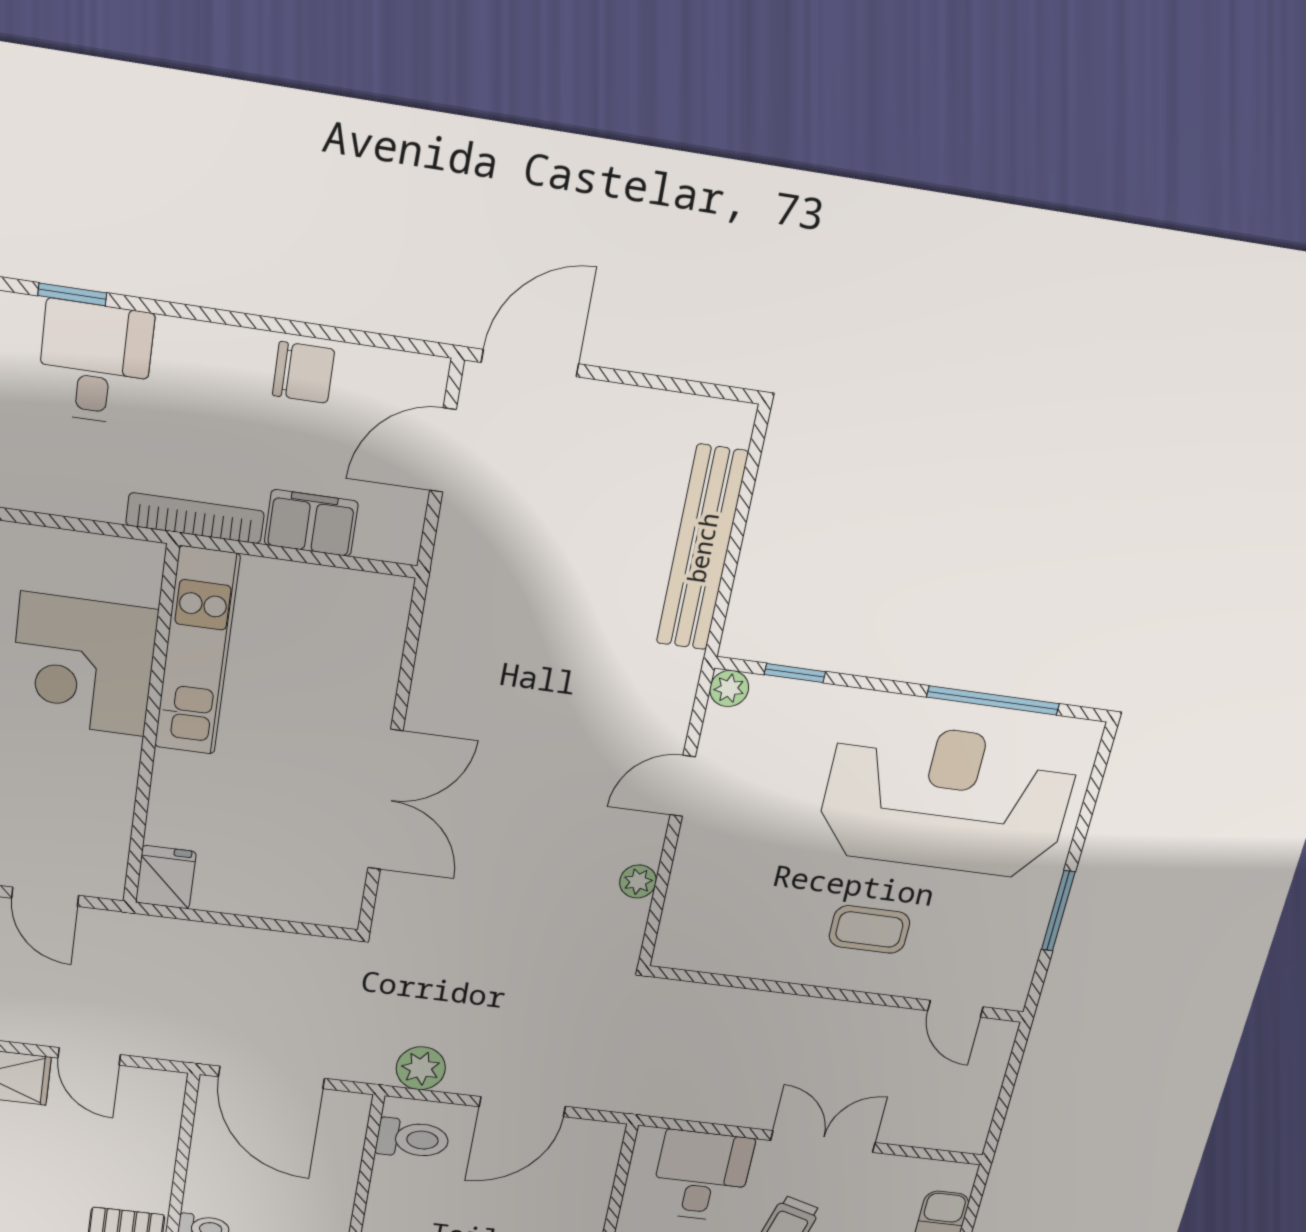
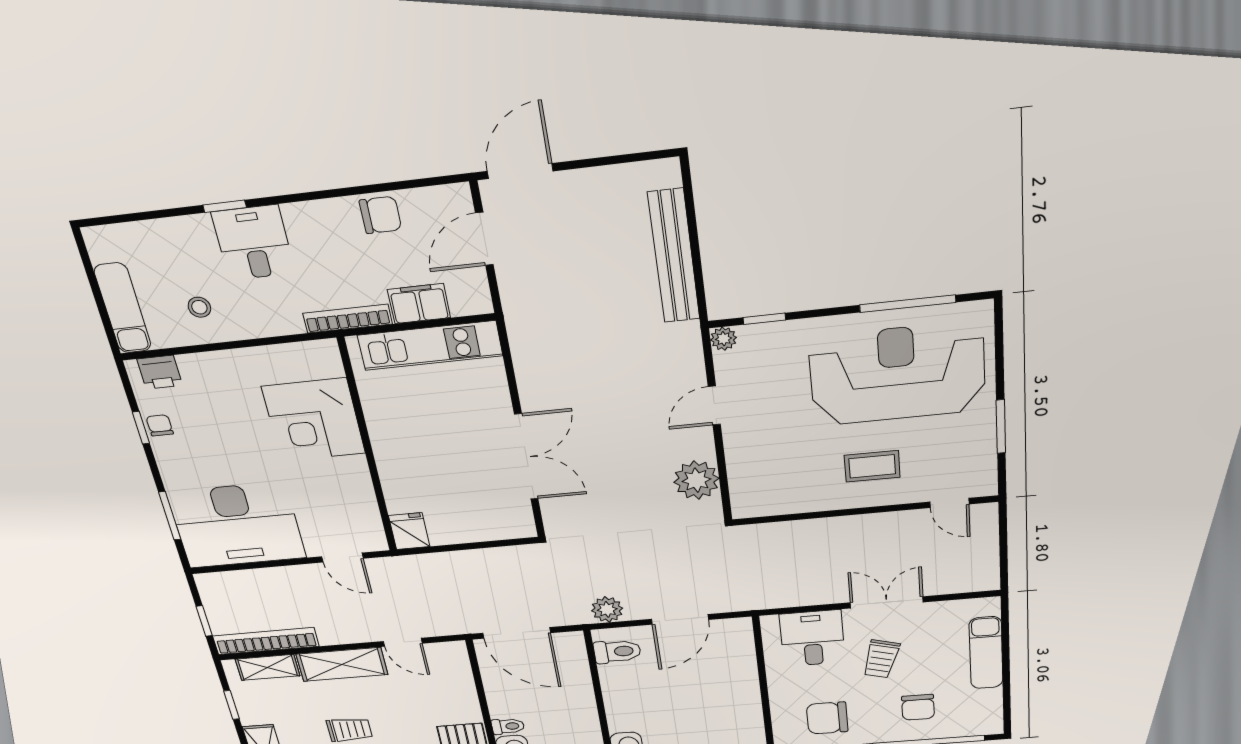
kitchen unit: (197, 651) -> (430, 346), moved, turned 90
plant: (638, 881) -> (696, 480), width x1.88, depth x1.88

